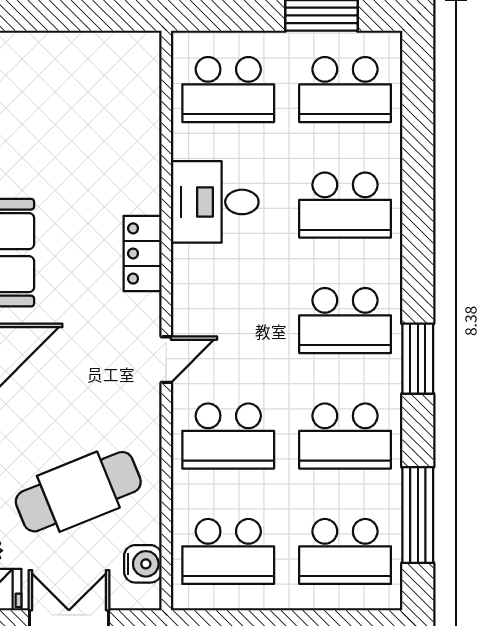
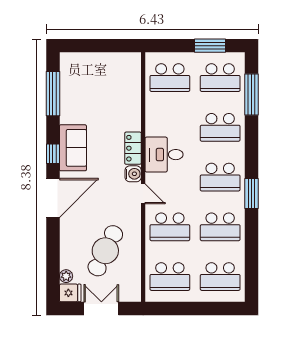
desk: (215, 202) -> (164, 155), moved
door: (166, 360) -> (143, 194), hinge flipped
cafe table: (78, 492) -> (105, 251), turned -42
window: (418, 515) -> (251, 94), moved
water cooler: (143, 564) -> (133, 174), moved

